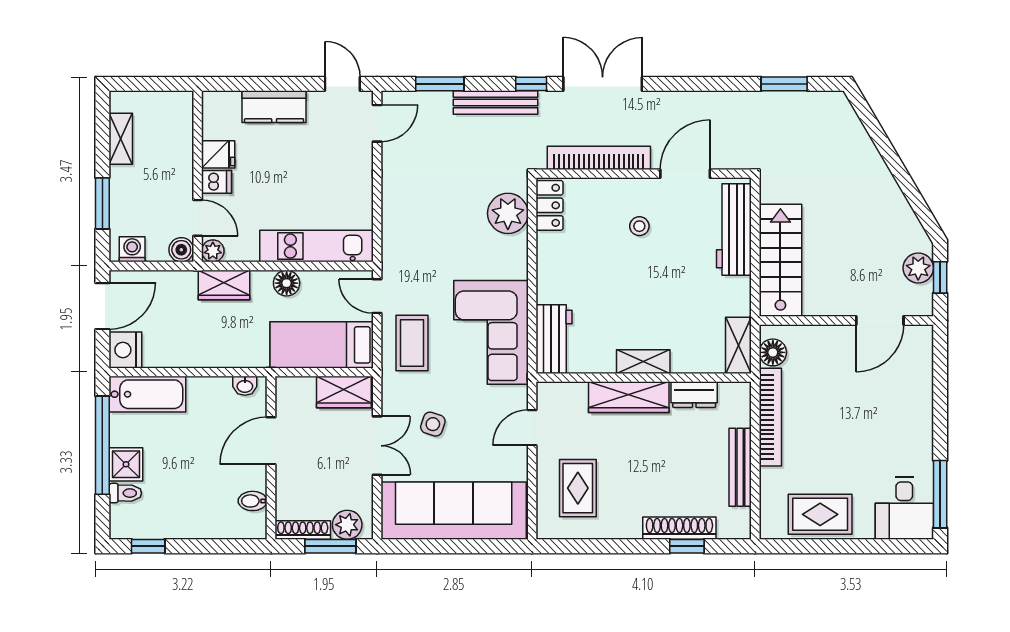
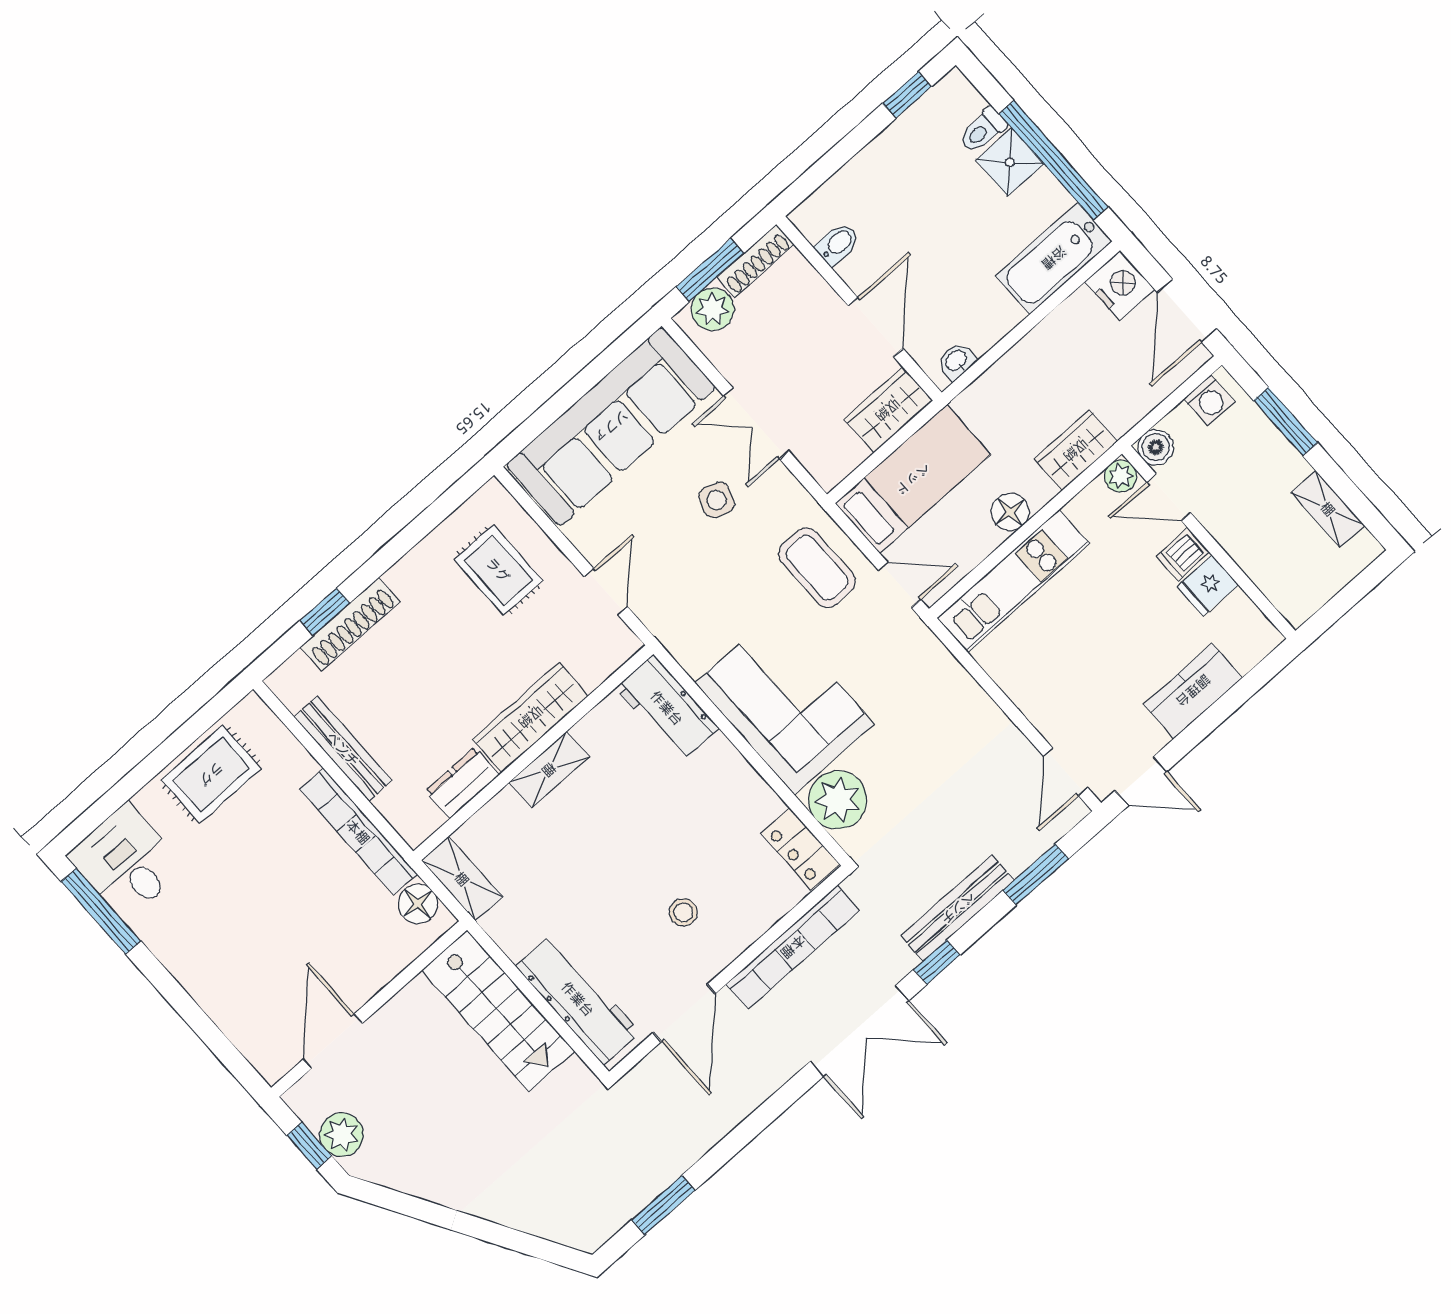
corner sofa: (491, 332) -> (785, 703), moved
wardrobe: (344, 392) -> (888, 410), moved

